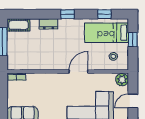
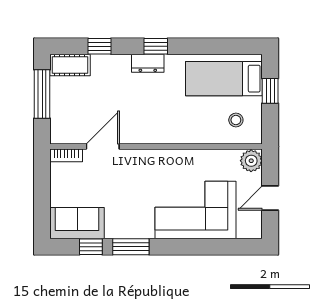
window: (104, 14) -> (99, 46), moved
dresser: (49, 24) -> (148, 63), moved
door: (78, 71) -> (103, 146), moved

